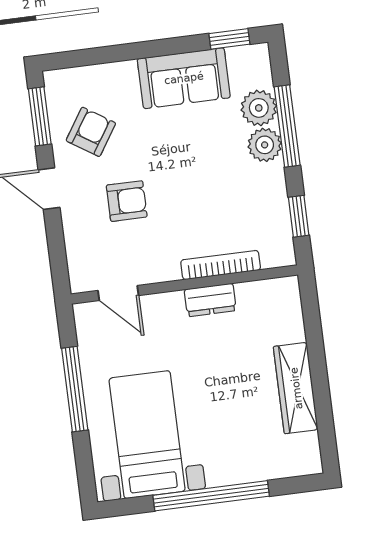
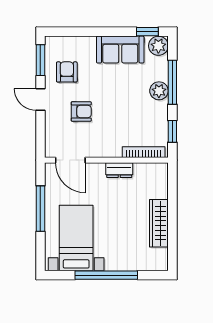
plant: (259, 108) -> (158, 46), moved
armchair: (91, 132) -> (67, 72), turned -33
bookcase: (221, 265) -> (144, 152), moved
door: (118, 293) -> (70, 160), width x1.38

